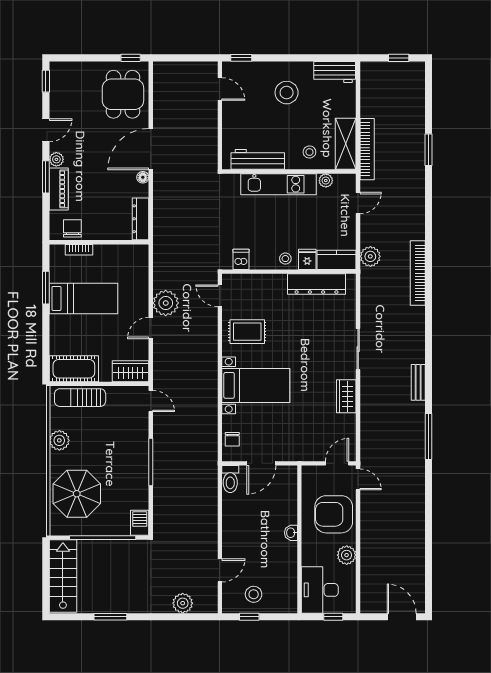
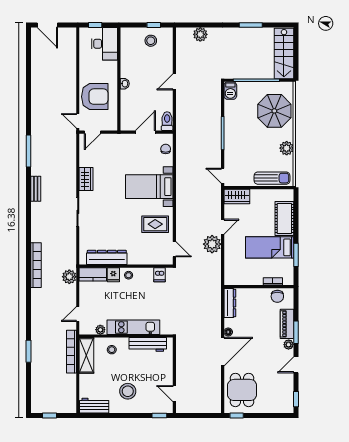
cot: (74, 369) -> (284, 218), moved, turned 90
plant: (347, 555) -> (86, 68), removed
door: (220, 570) -> (174, 82), moved

